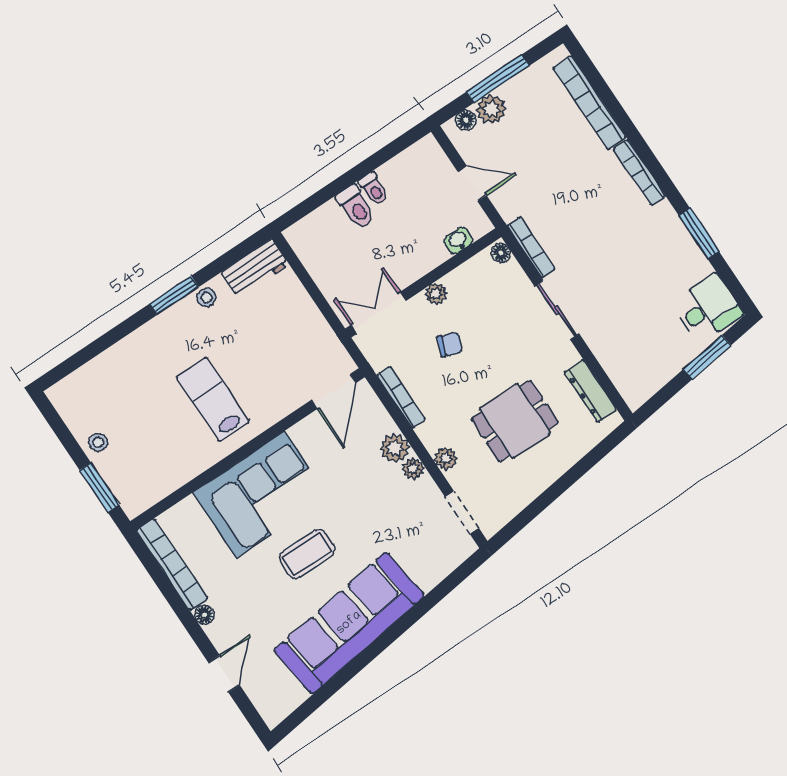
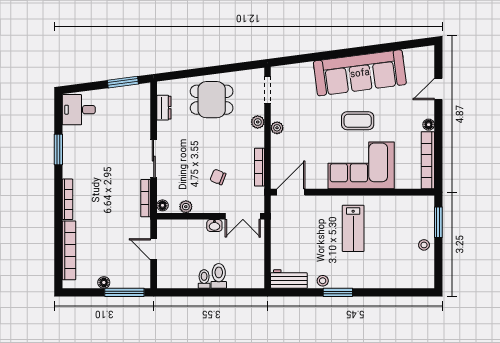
window: (498, 79) -> (124, 292), moved
plant: (491, 109) -> (120, 280), removed
floor lamp: (466, 120) -> (104, 282), moved
washbasin: (458, 241) -> (214, 226), moved
plant: (436, 294) -> (186, 207), moved
window: (707, 357) -> (123, 82), moved
dresser: (590, 391) -> (164, 108), width x0.70
dining table: (515, 421) -> (212, 100), moved
plant: (395, 448) -> (279, 144), removed

